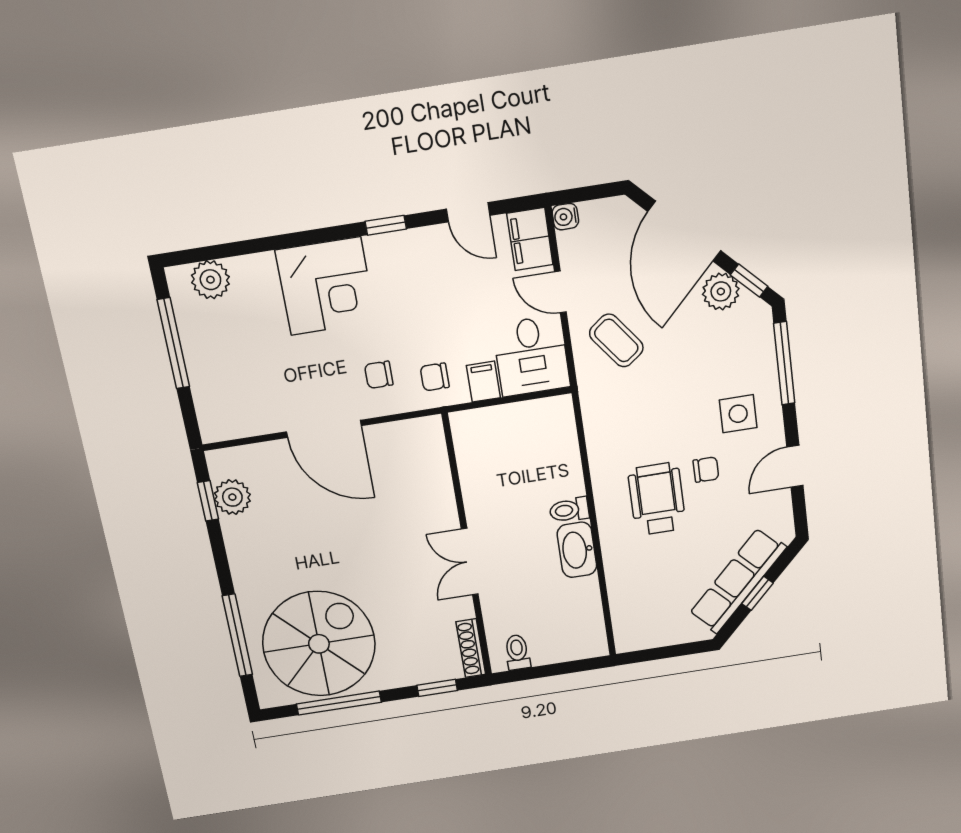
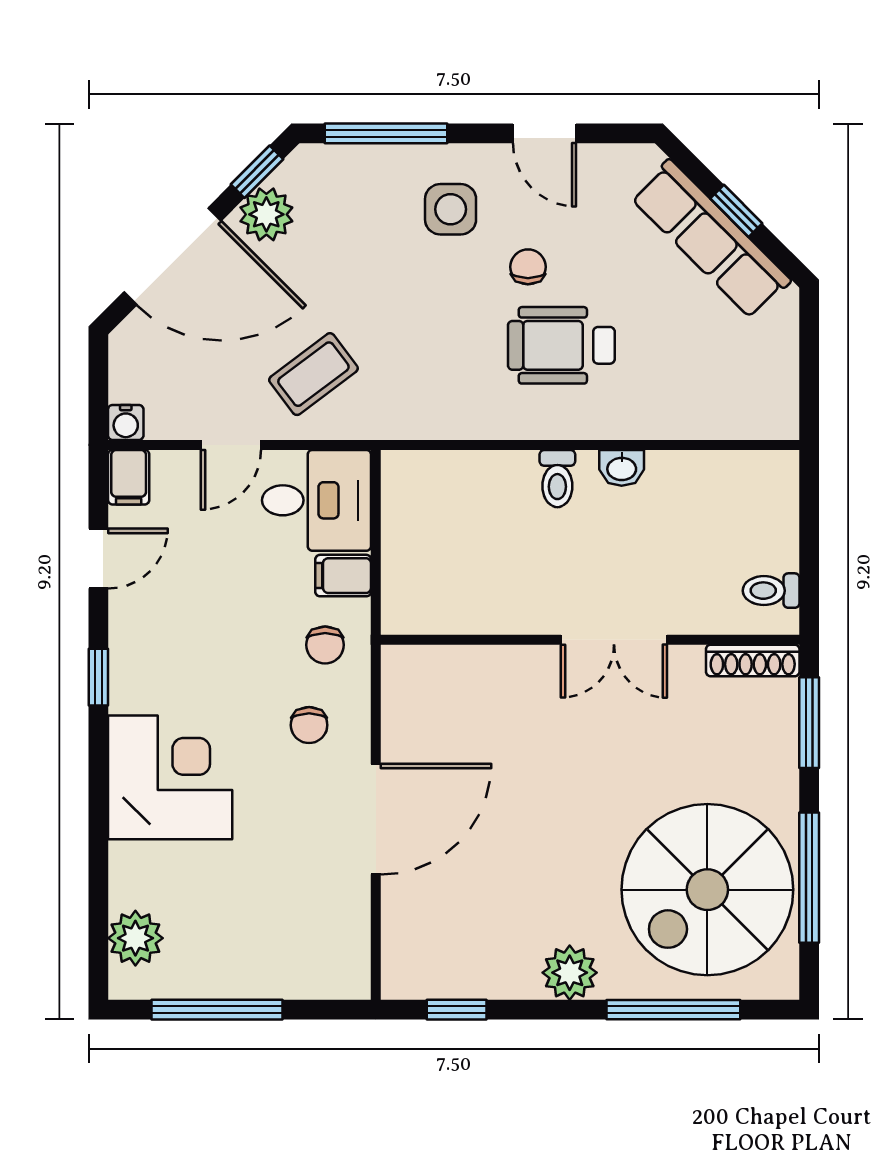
filing cabinet: (530, 239) -> (129, 477), width x0.50
plant: (232, 497) -> (570, 973), moved
washbasin: (577, 550) -> (622, 468), width x0.52, depth x0.69
spiral stairs: (319, 644) -> (707, 890), turned -90
window: (437, 688) -> (809, 723), width x1.50

